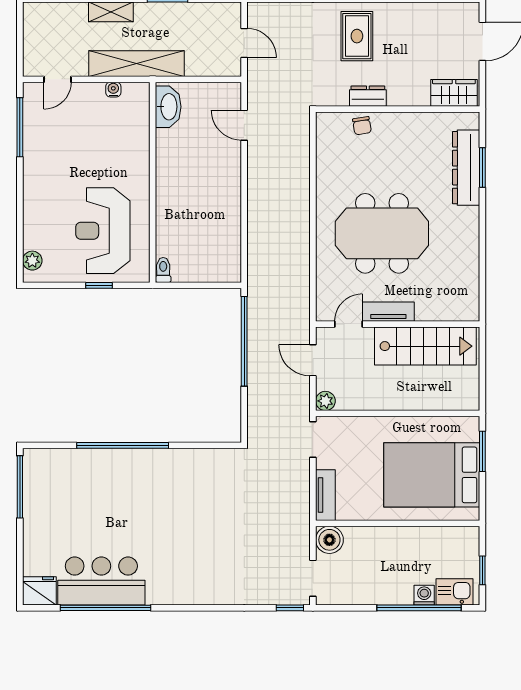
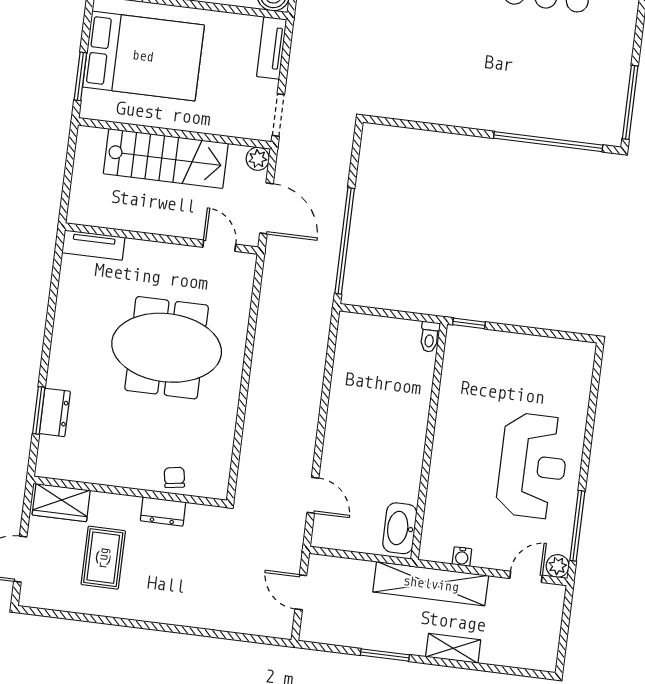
rug: (357, 36) -> (103, 558), moved
dresser: (466, 168) -> (55, 412), width x0.51, depth x0.80
reception desk: (103, 231) -> (533, 466), moved
plant: (32, 261) -> (558, 566), moved
window: (99, 285) -> (469, 323), moved
tv unit: (388, 312) -> (93, 245), moved
door: (349, 324) -> (219, 246), swing flipped
stairs: (425, 346) -> (166, 159), moved, turned 180
door: (313, 360) -> (267, 208), width x1.38
window: (123, 445) -> (548, 142), moved

